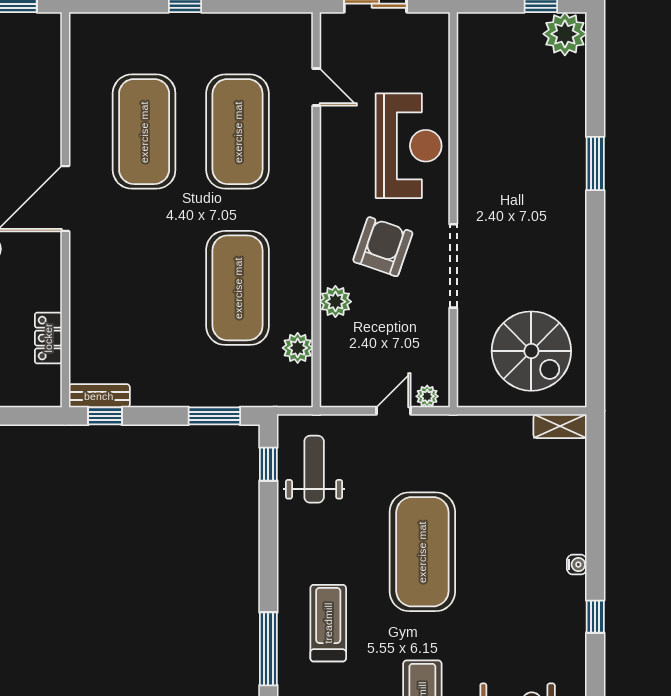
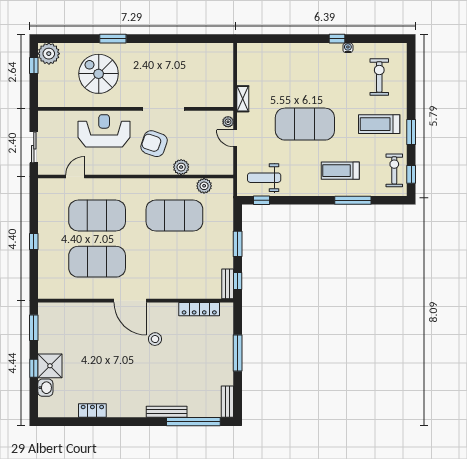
locker: (48, 338) -> (199, 309), width x1.53
spiral stairs: (531, 351) -> (99, 74), moved, turned -90
window: (214, 416) -> (238, 244), moved
shelving: (560, 426) -> (243, 99), moved
water cooler: (577, 565) -> (348, 48), moved

